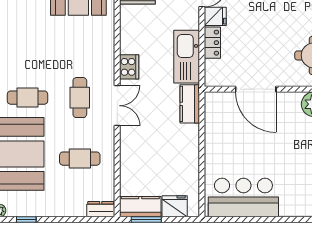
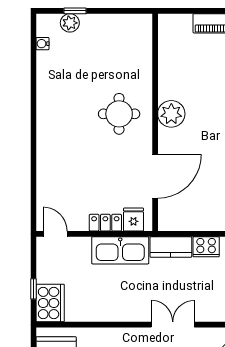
fridge: (215, 16) -> (133, 220), moved
cooker: (129, 67) -> (206, 247), moved, turned 180

